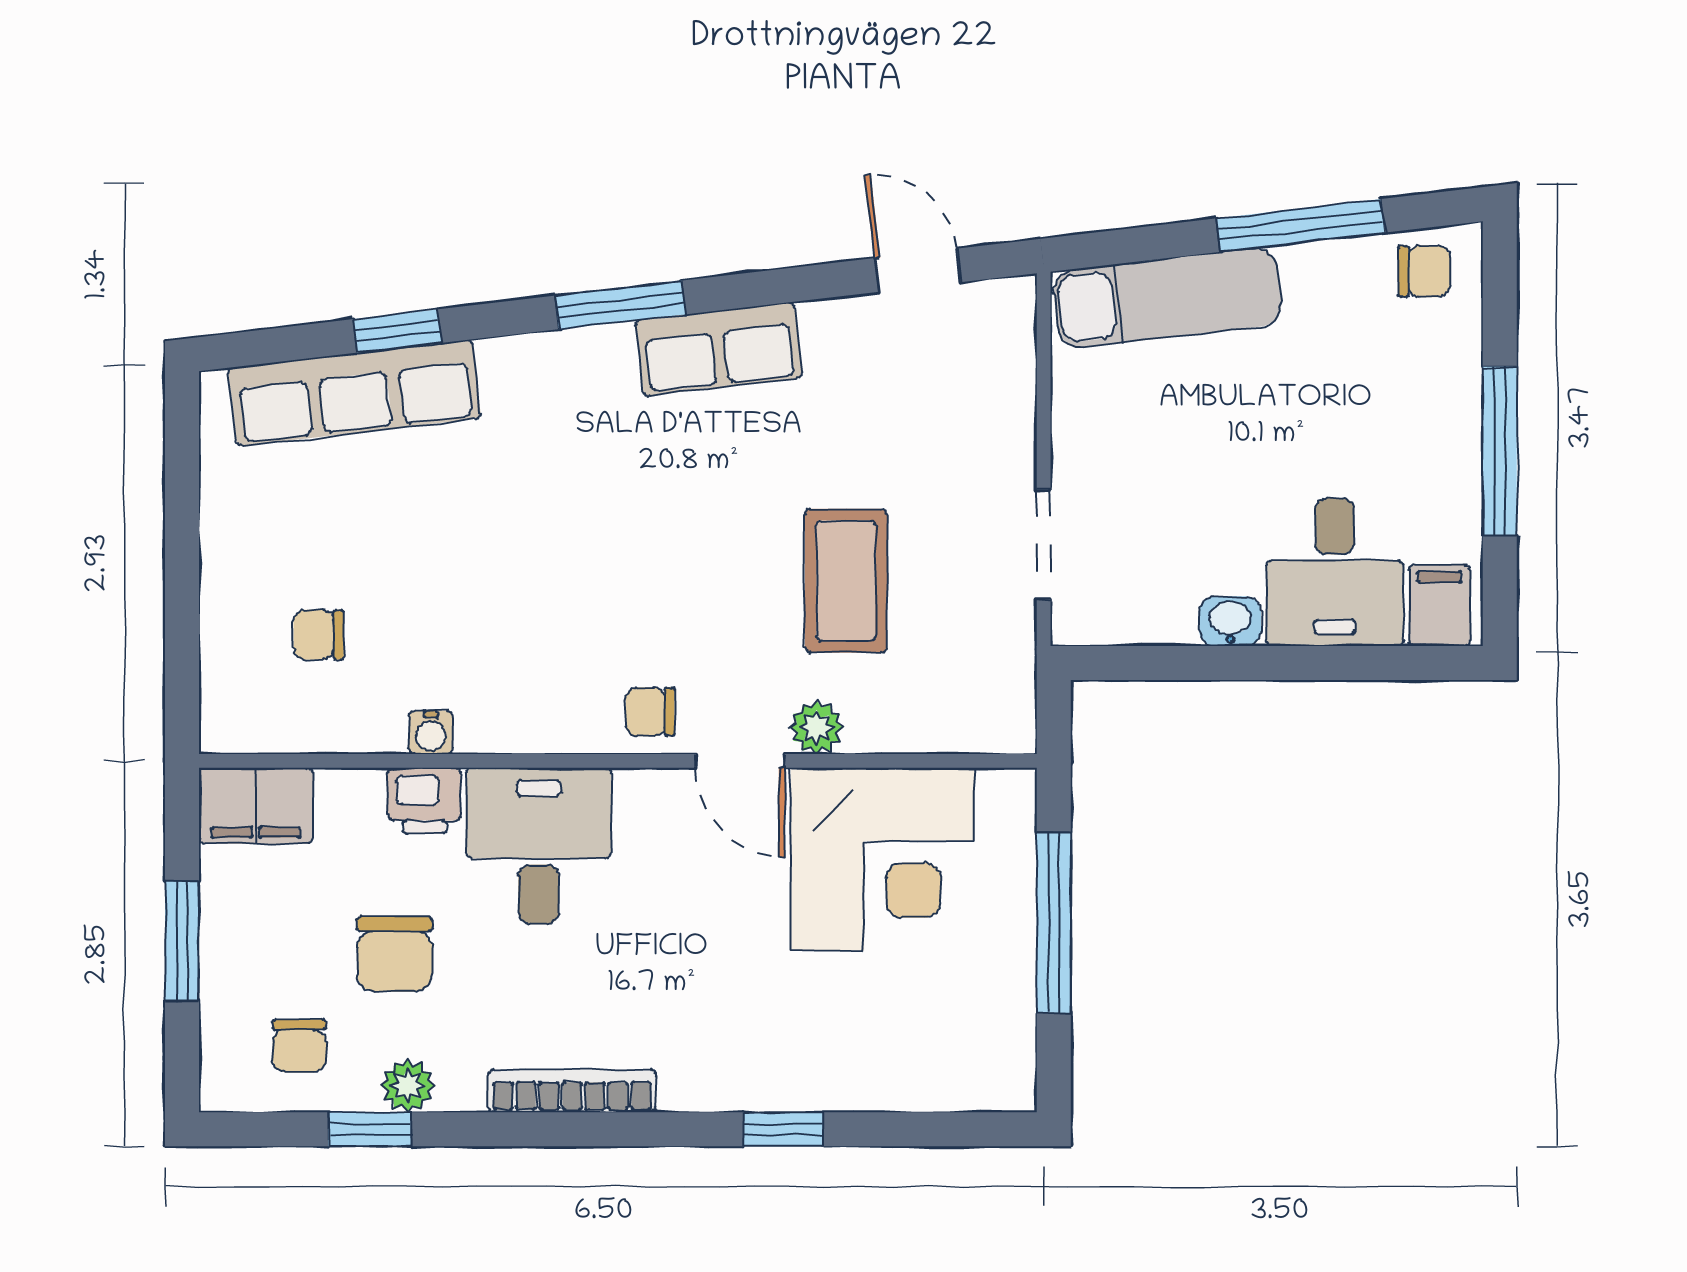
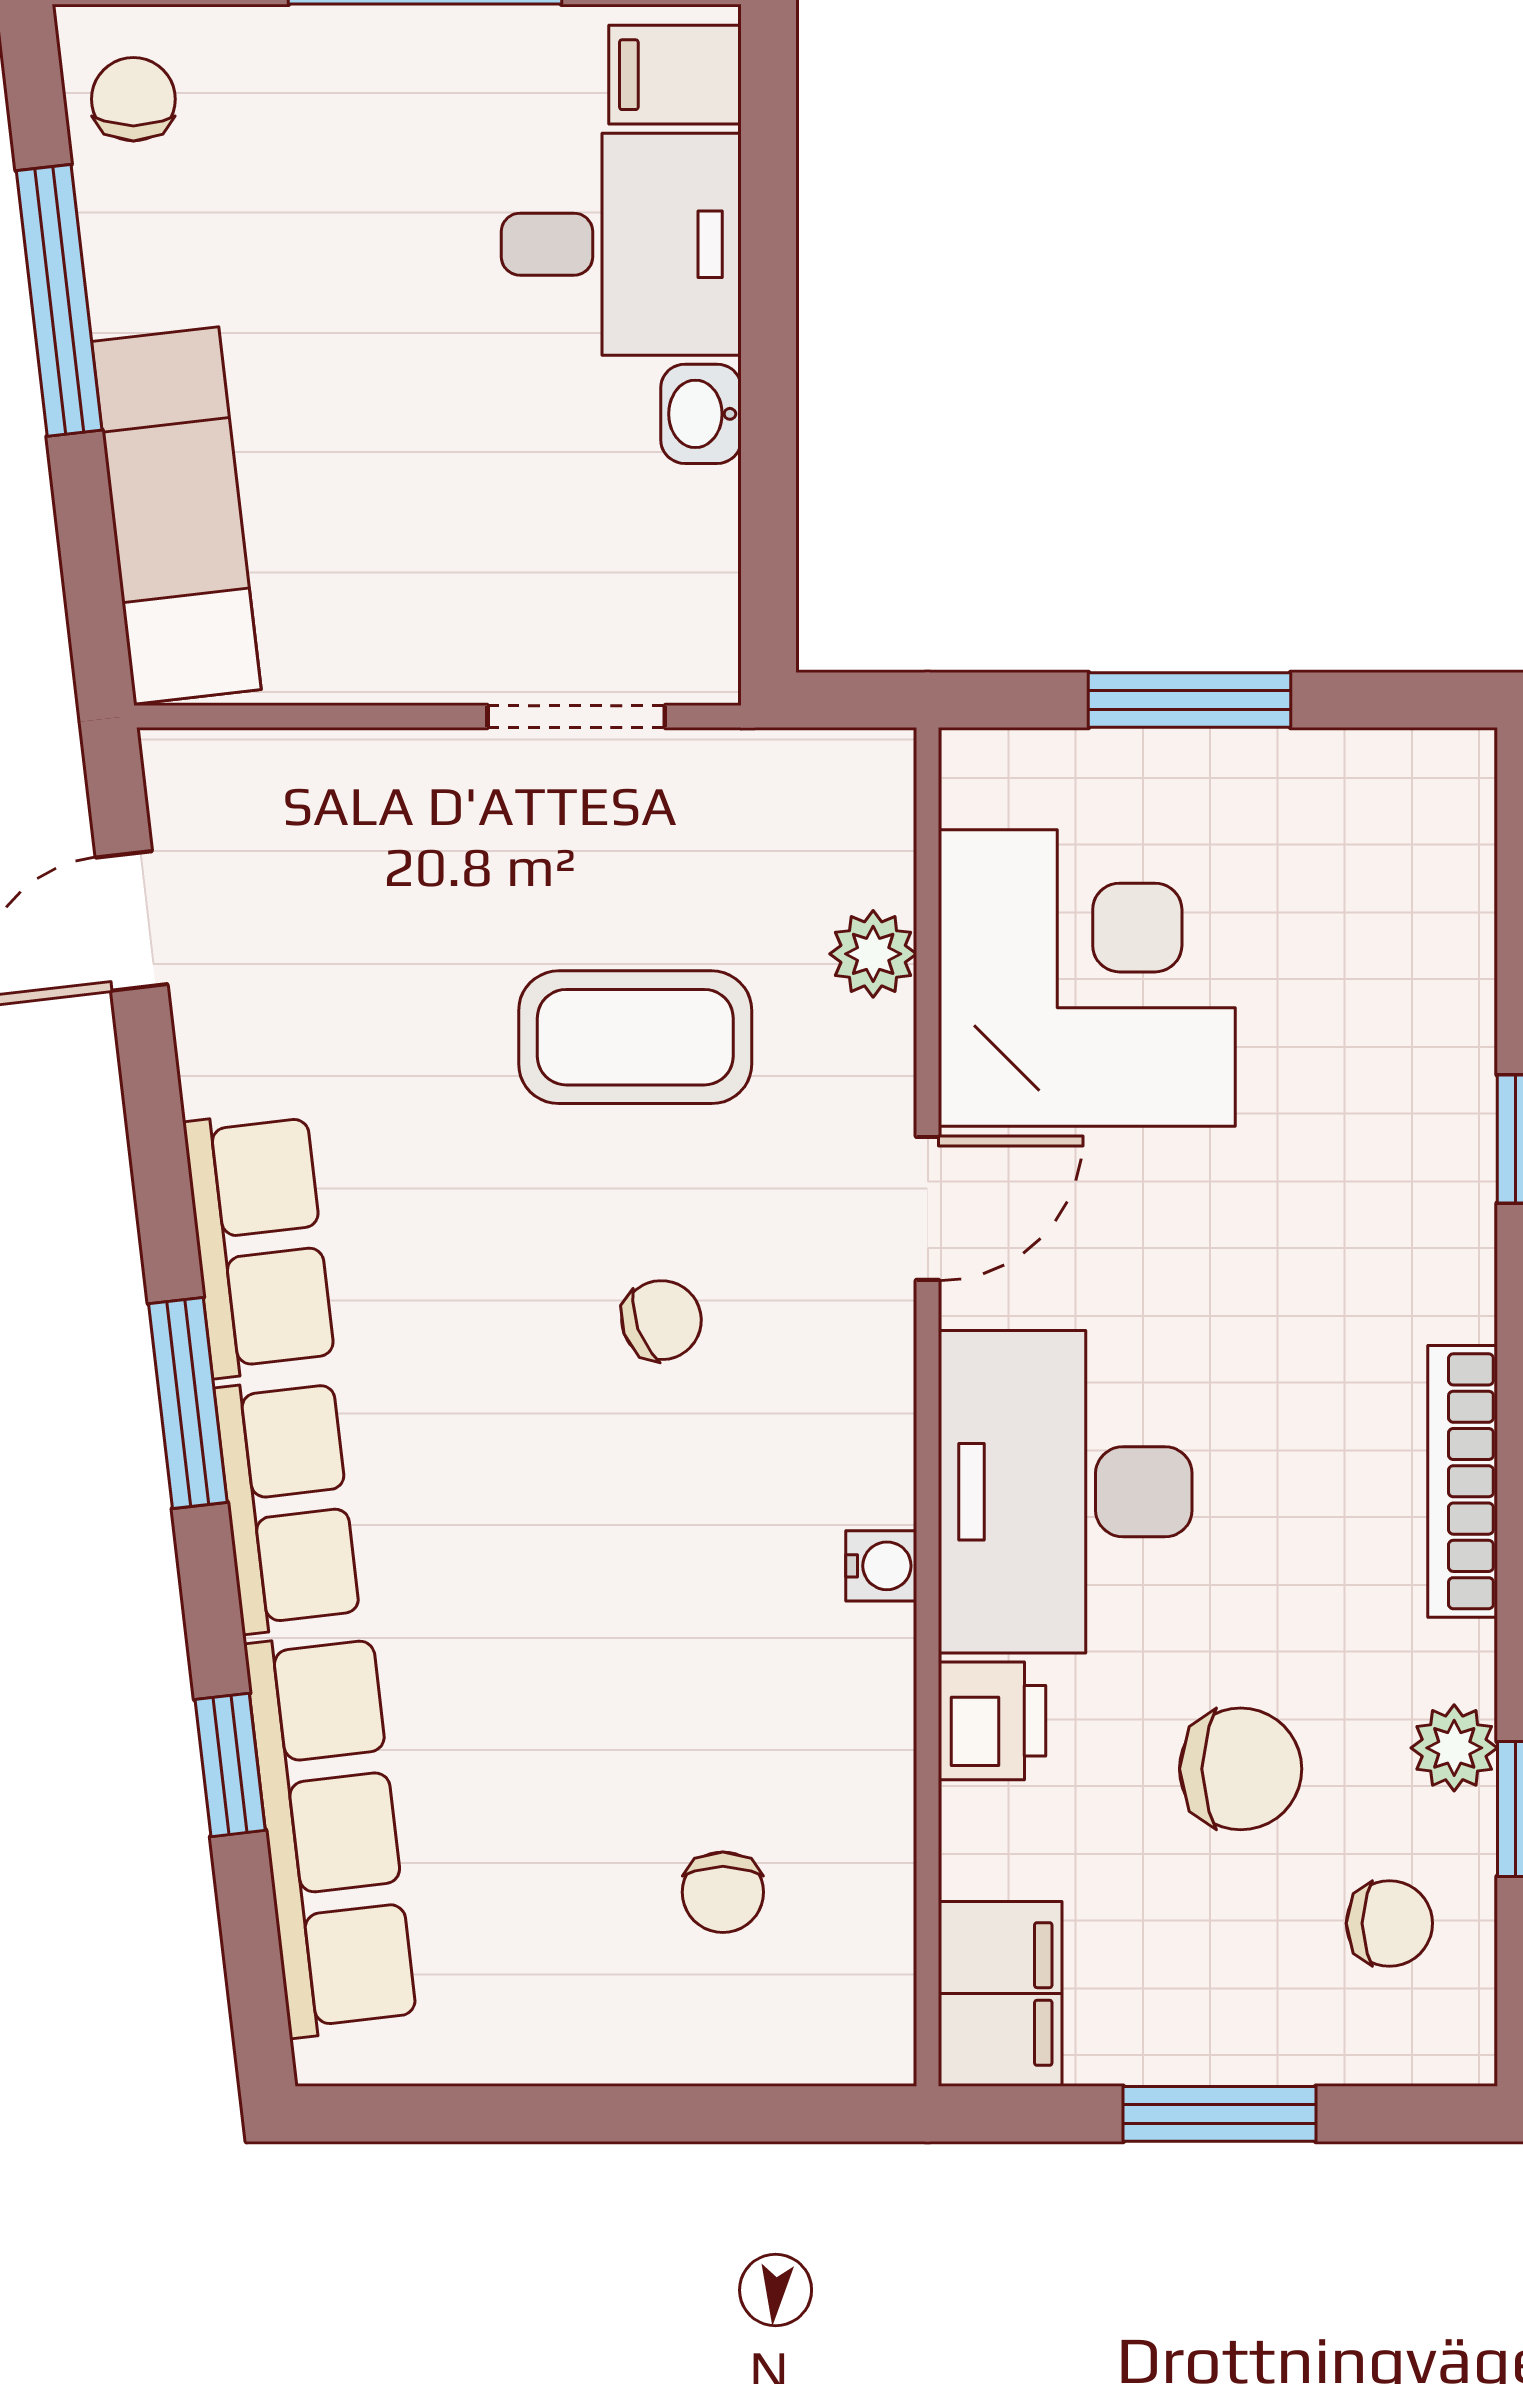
row of seats: (558, 366) -> (287, 1505), added
chair: (650, 712) -> (661, 1320), moved, turned -110
plant: (817, 727) -> (873, 954), moved
water cooler: (431, 732) -> (881, 1566), moved
desk: (539, 846) -> (1065, 1492), width x1.37
window: (1054, 922) -> (1189, 700), width x0.69

